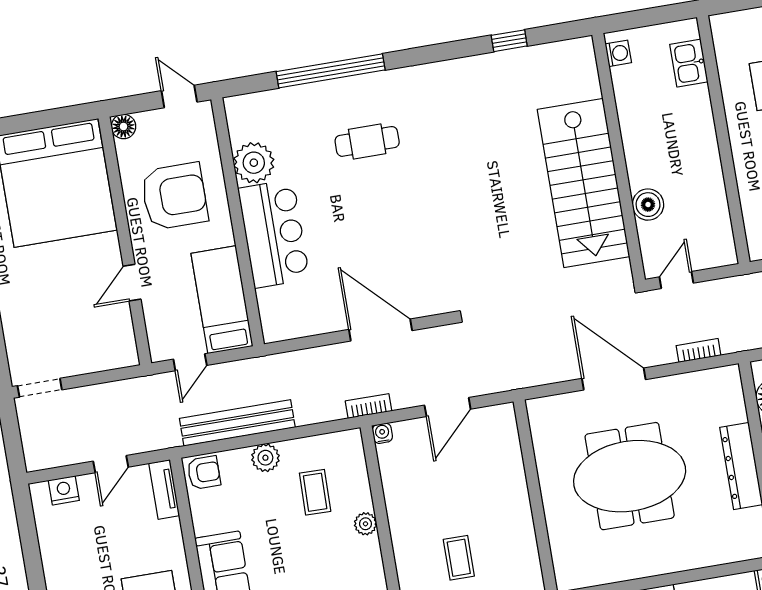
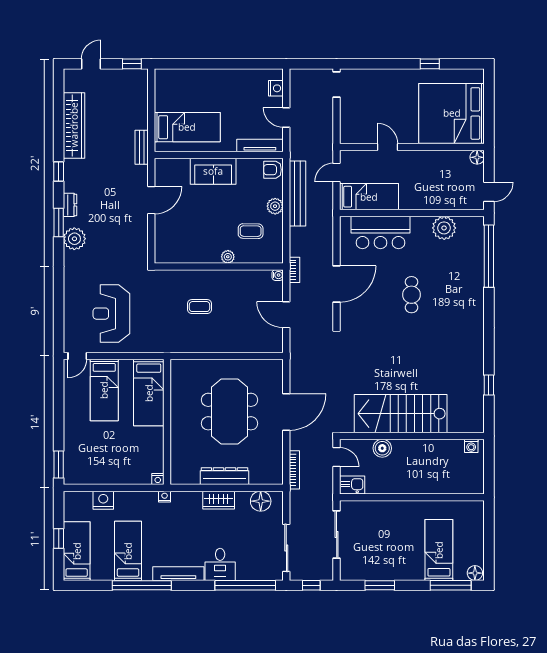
kitchen sink: (689, 63) -> (352, 485), moved
window: (331, 71) -> (489, 256), moved
cafe table: (367, 141) -> (412, 295), moved
armchair: (174, 196) -> (433, 180), removed
bar counter: (274, 234) -> (381, 232), moved
bookcase: (698, 350) -> (294, 470), width x1.56
door: (190, 362) -> (337, 172), hinge flipped
armchair: (204, 473) -> (273, 170), turned 90
tv unit: (164, 489) -> (260, 146), width x1.41

